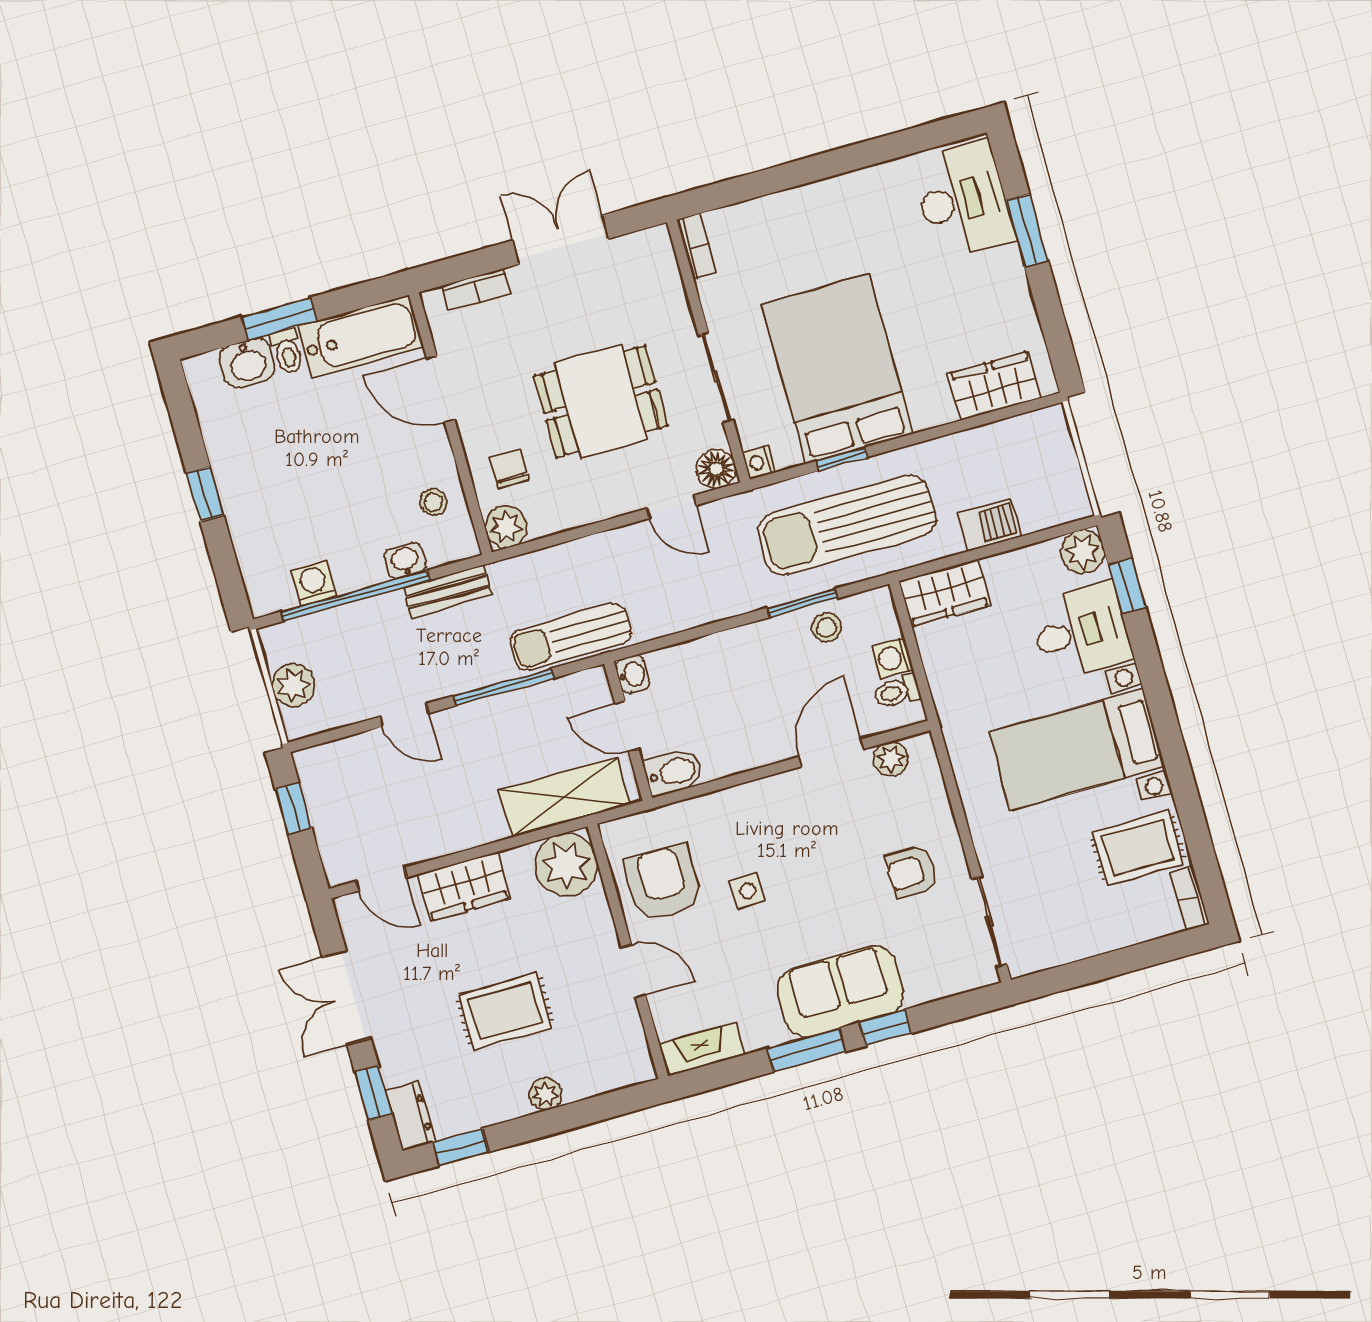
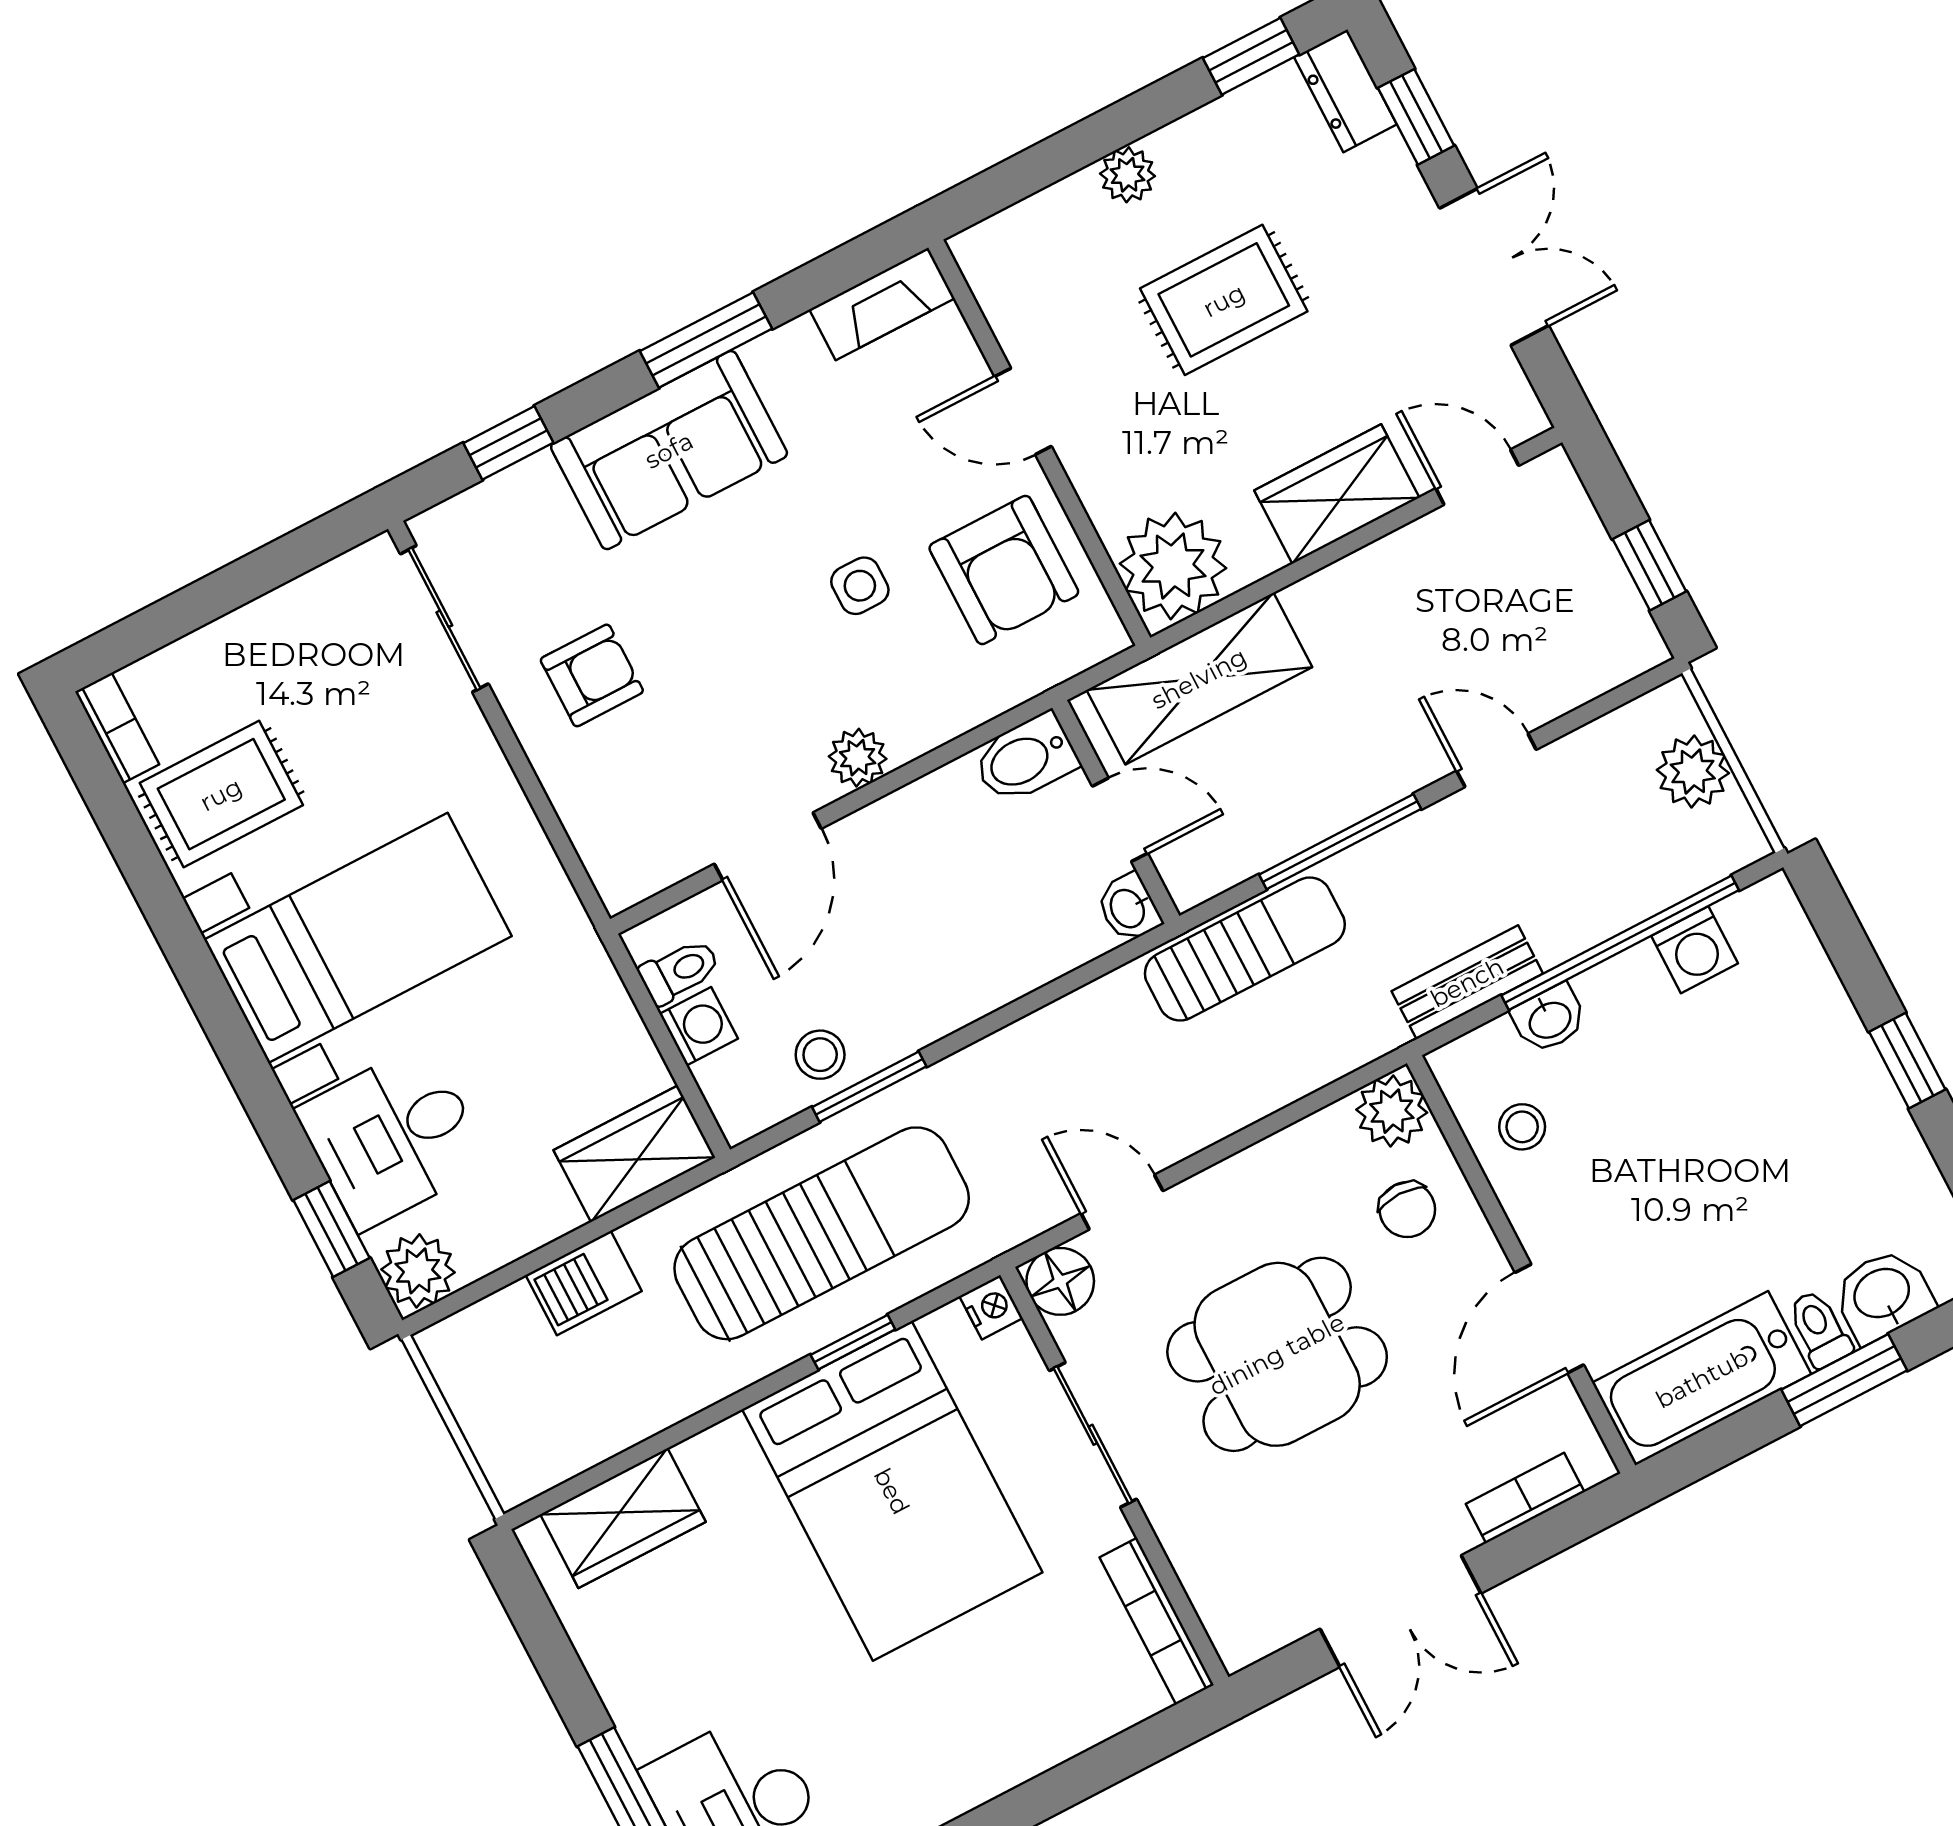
bookcase: (697, 246) -> (1157, 1621), width x1.56
door: (441, 389) -> (1549, 1319), swing flipped
plant: (891, 759) -> (858, 758), moved
window: (885, 1028) -> (508, 443), moved

